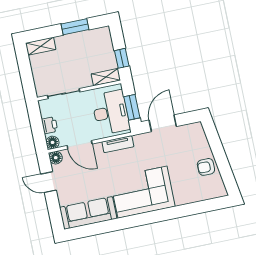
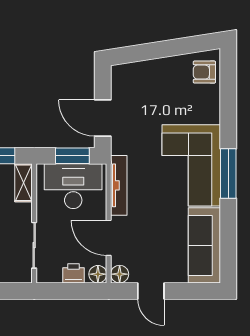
tv unit: (118, 144) -> (119, 185), width x1.41
door: (80, 145) -> (109, 238), swing flipped
armchair: (206, 167) -> (204, 72), moved, turned 90
door: (49, 182) -> (151, 291), hinge flipped
window: (142, 219) -> (228, 174), added

